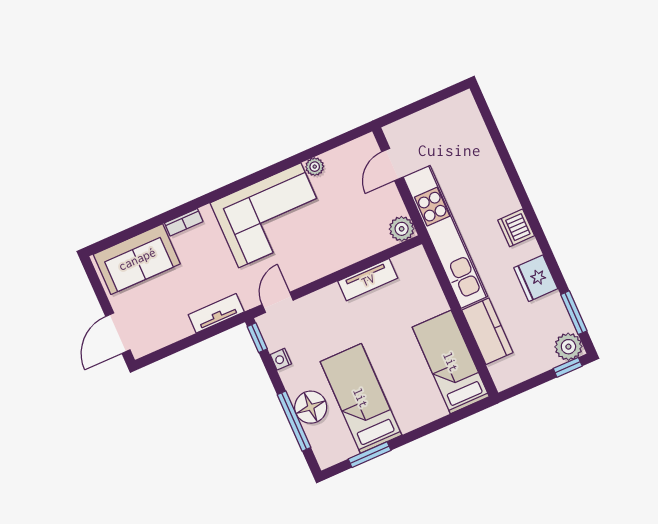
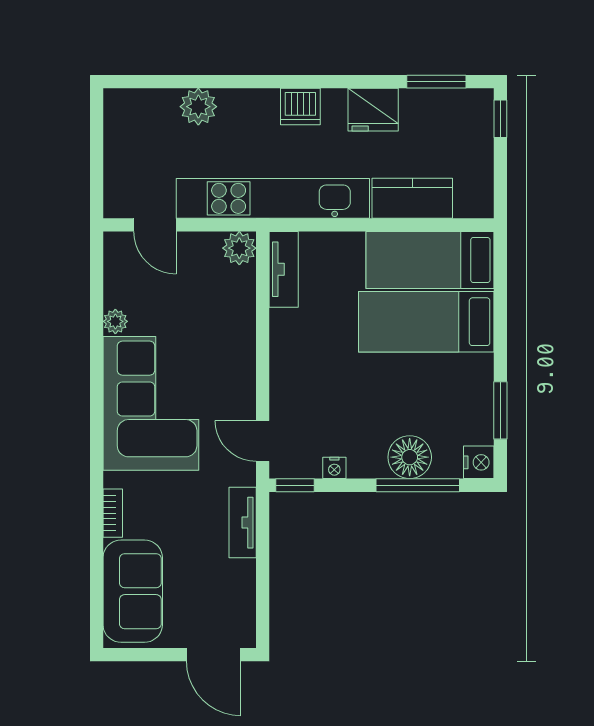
tv unit: (368, 280) -> (284, 269), moved
plant: (568, 347) -> (198, 107), moved
bed: (361, 398) -> (426, 322), moved
nightstand: (328, 456) -> (479, 462), added

